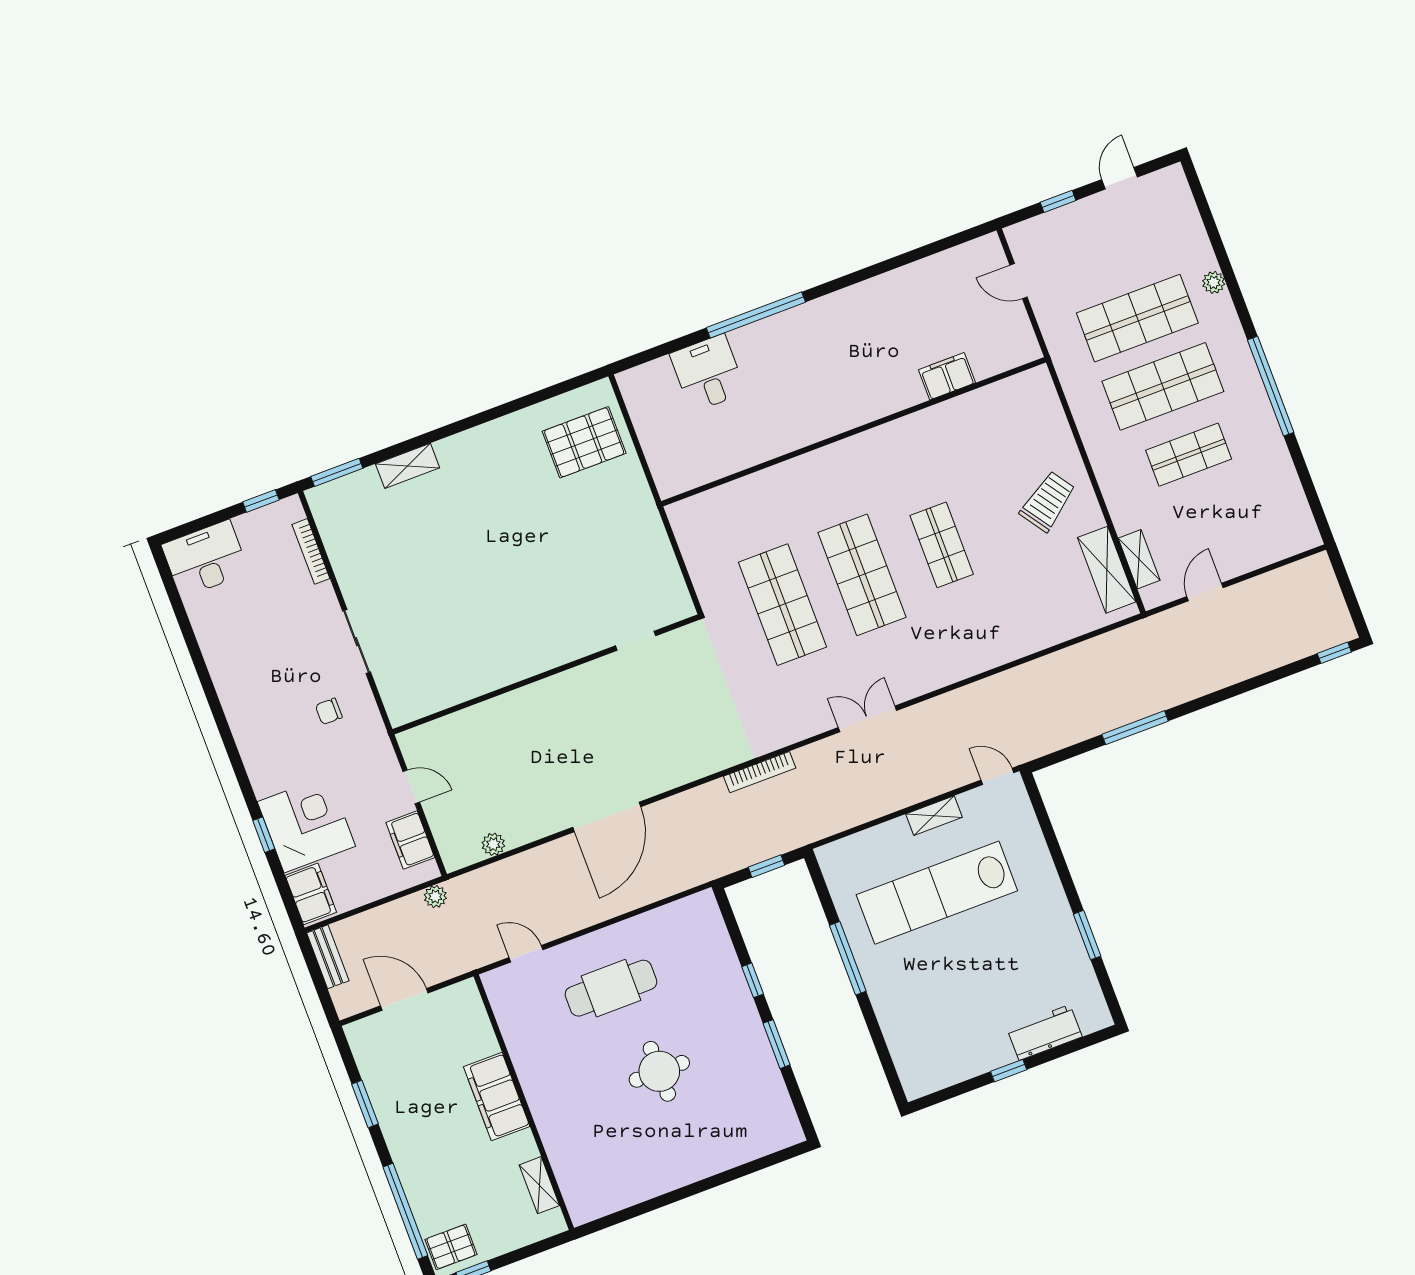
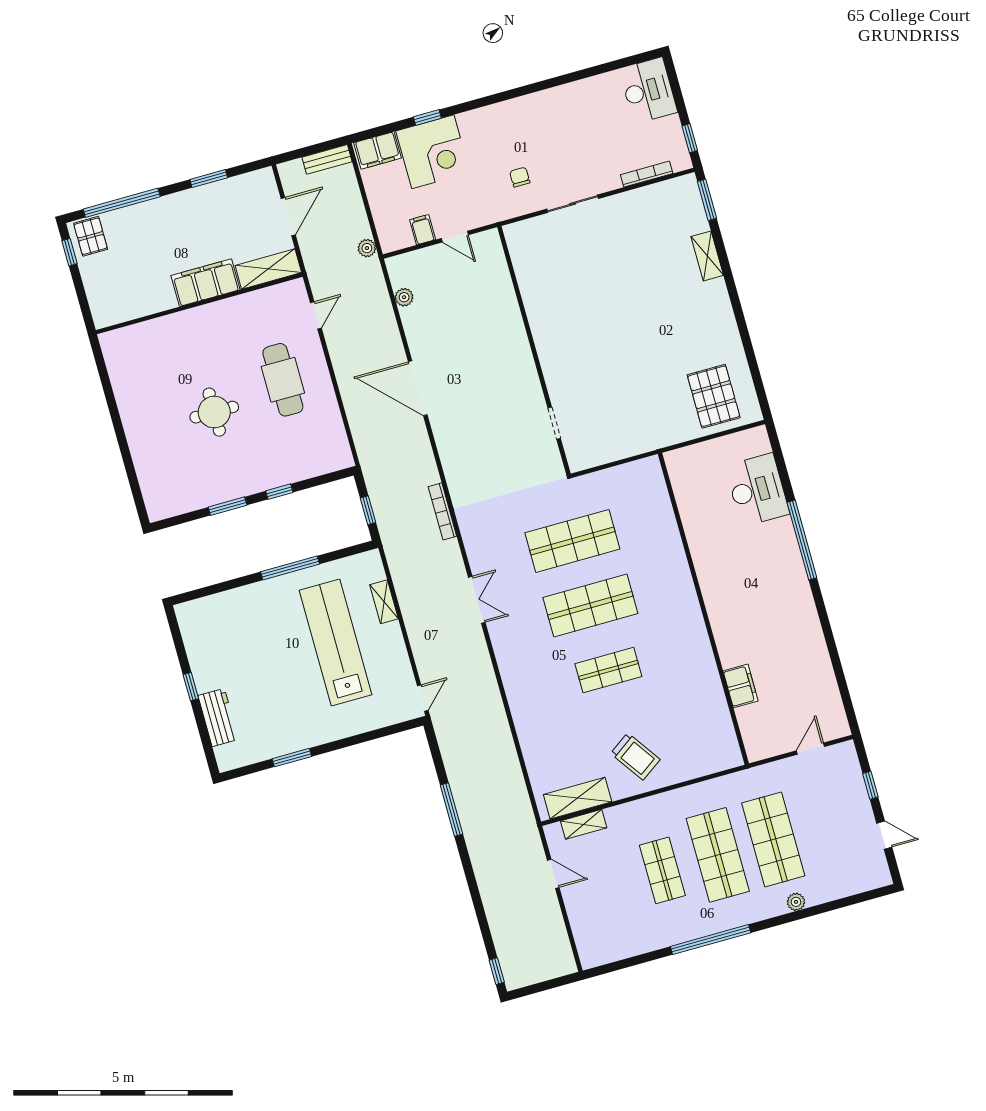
desk: (708, 373) -> (757, 490), width x1.37
door: (411, 787) -> (455, 237), hinge flipped
shelving: (934, 816) -> (384, 602), moved
filing cabinet: (410, 840) -> (423, 230), width x0.50
shelving: (539, 1185) -> (268, 269), moved, width x1.50, depth x1.33

